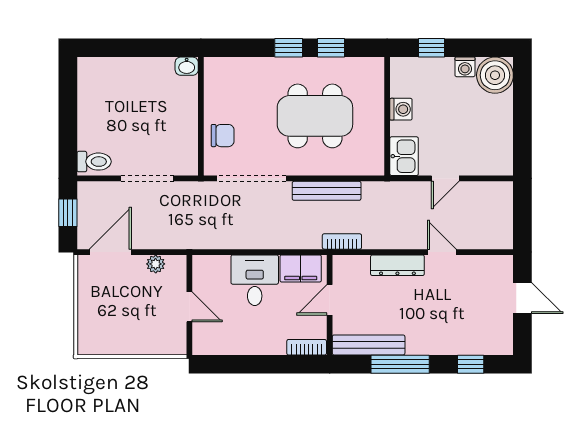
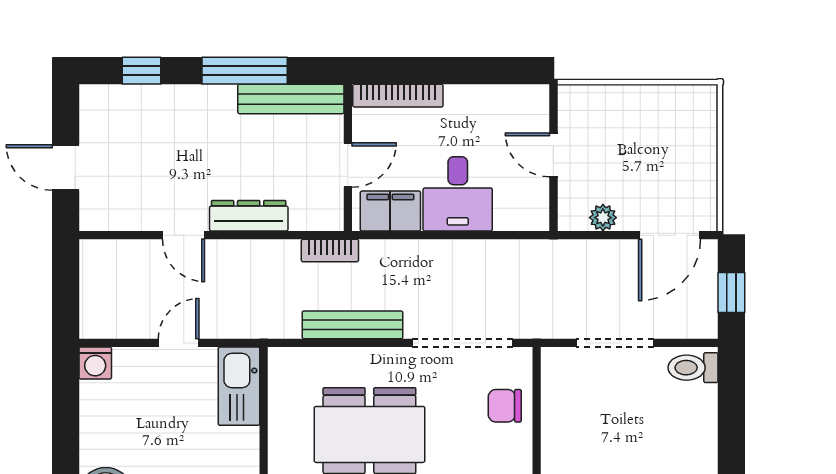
washing machine: (401, 109) -> (95, 363), moved, turned -90
kitchen sink: (404, 156) -> (239, 386), width x1.38
bookcase: (307, 347) -> (398, 96), width x1.56

